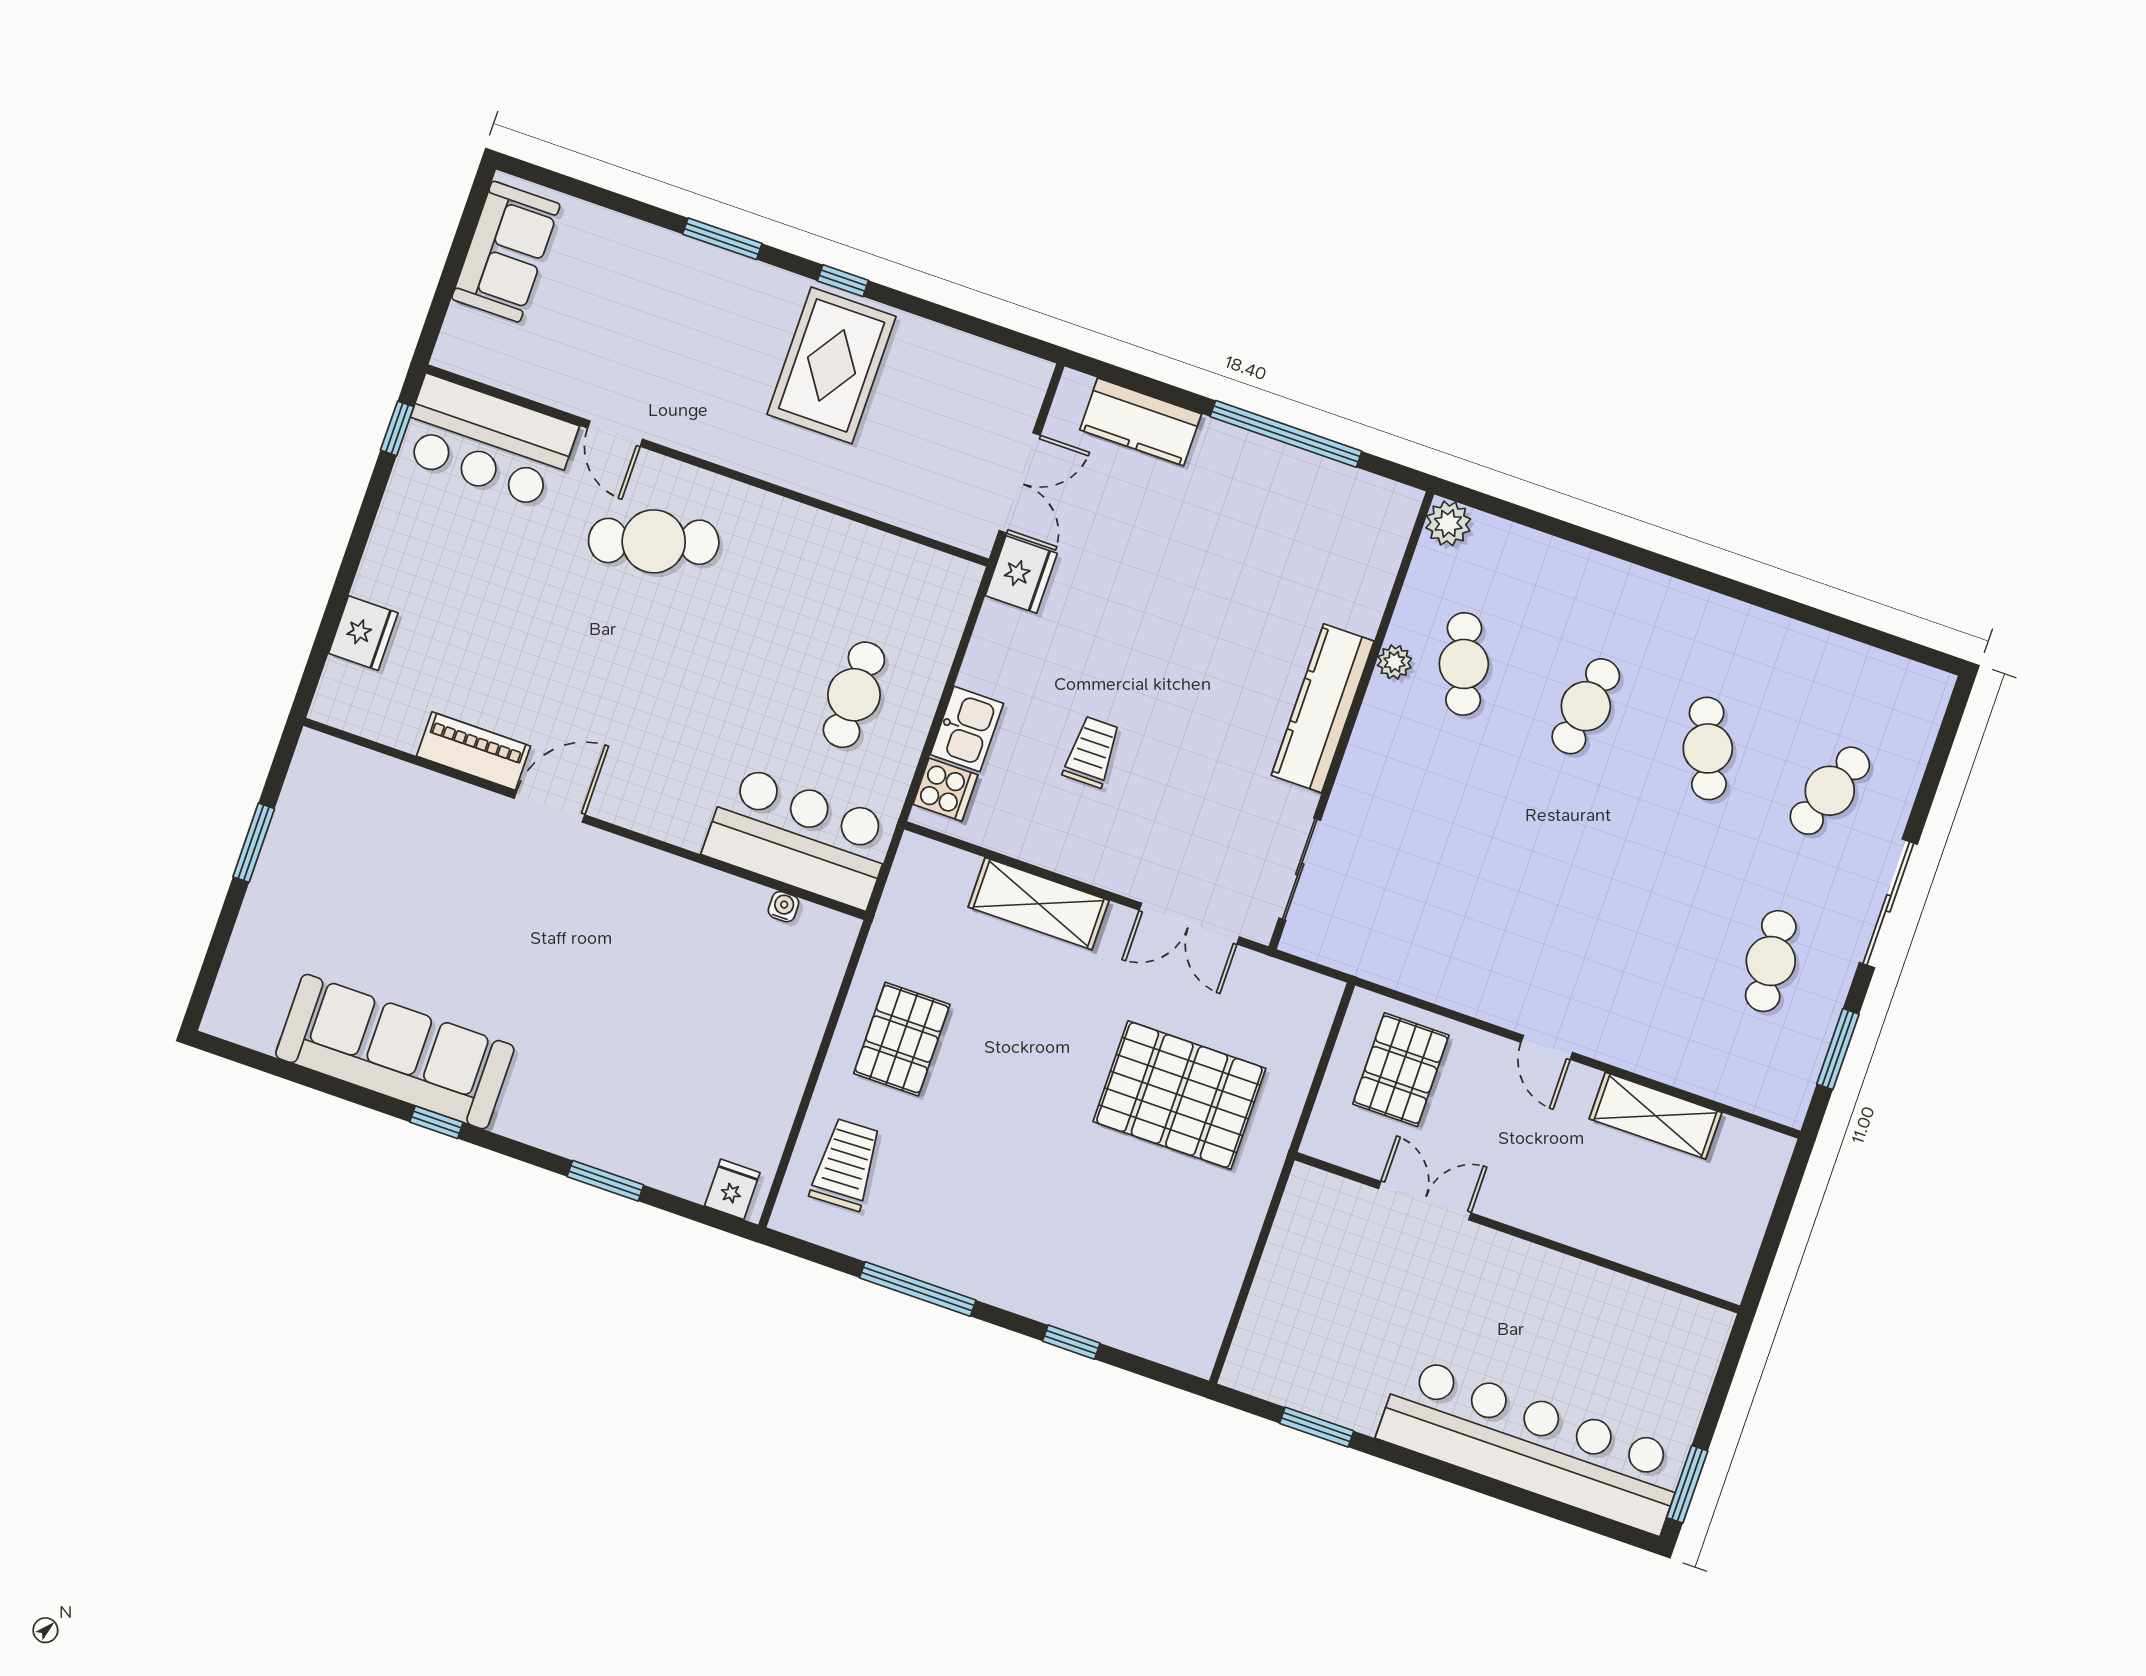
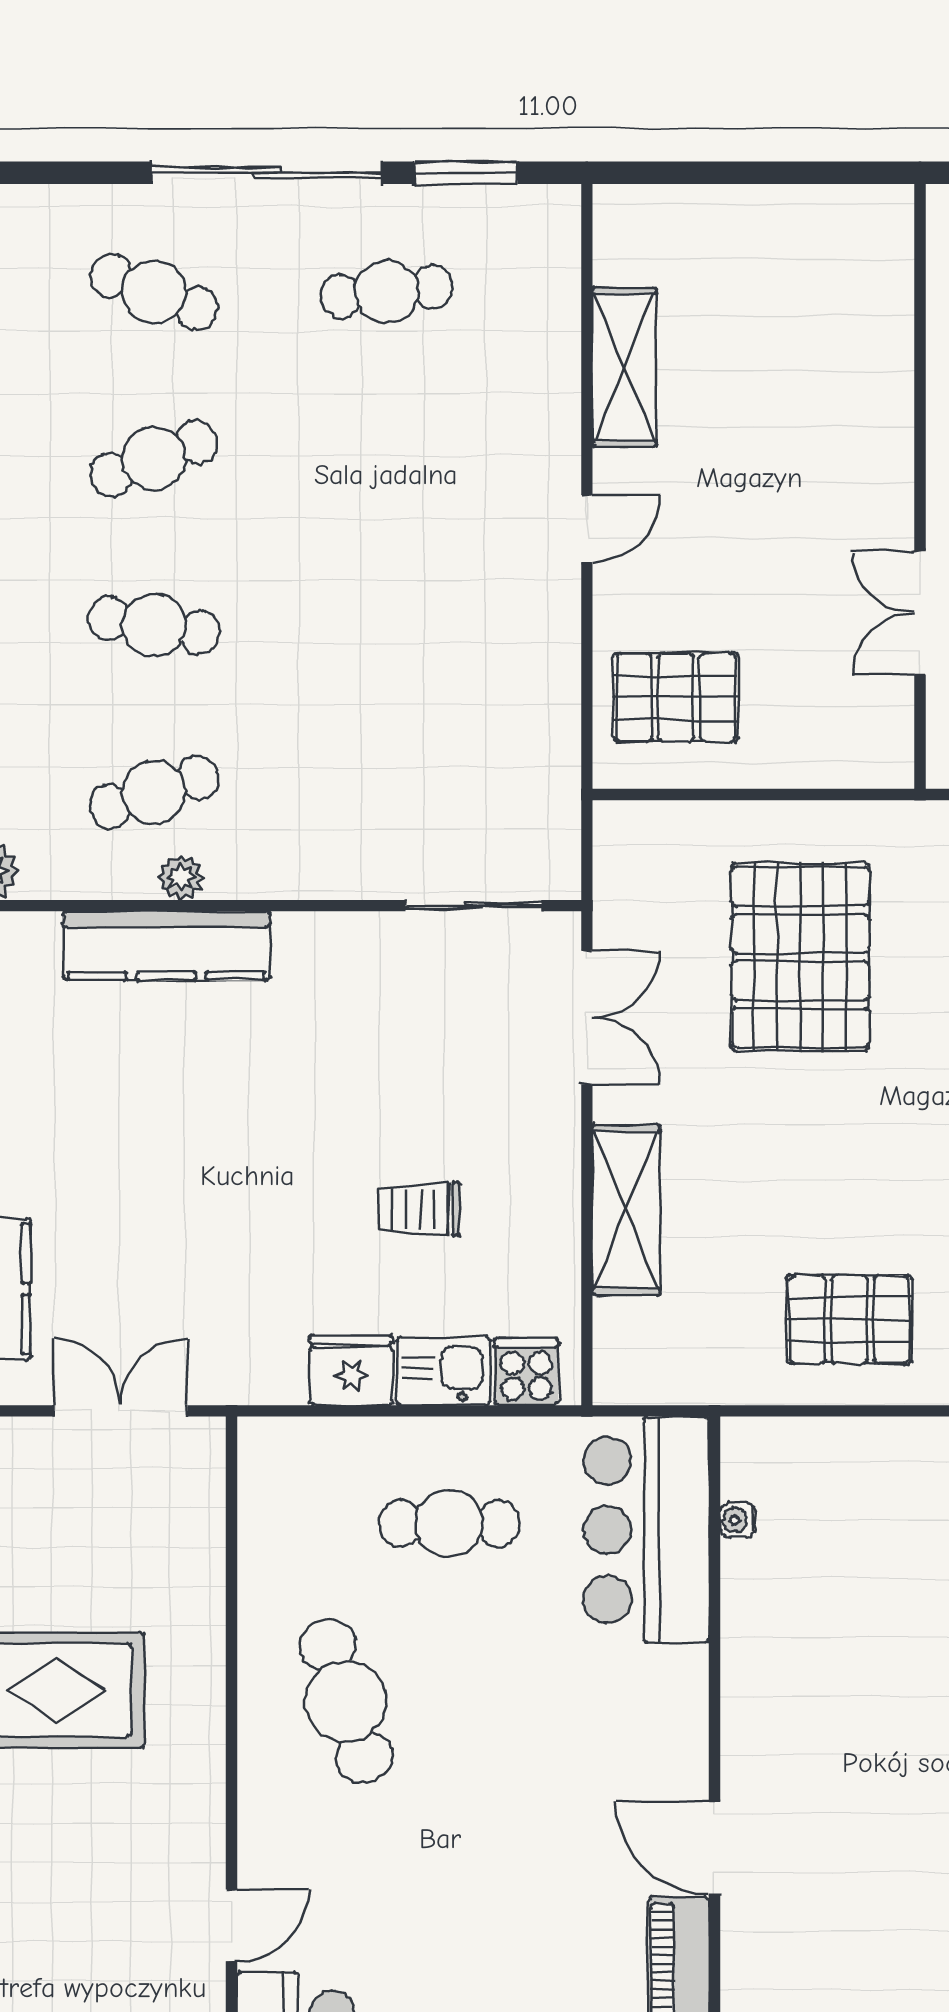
cafe table: (654, 541) -> (346, 1701), moved
fridge: (1021, 575) -> (351, 1370), moved
kitchen counter: (1323, 708) -> (166, 946), moved
sliding door: (1888, 903) -> (267, 173), width x1.36
double door: (1425, 1201) -> (920, 613), moved
wall: (1517, 1233) -> (920, 486), moved

